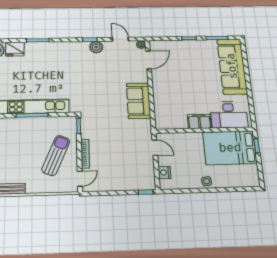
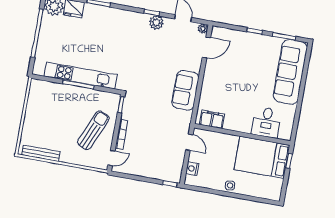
desk: (229, 115) -> (266, 122), width x0.73
filing cabinet: (199, 121) -> (212, 119), moved

